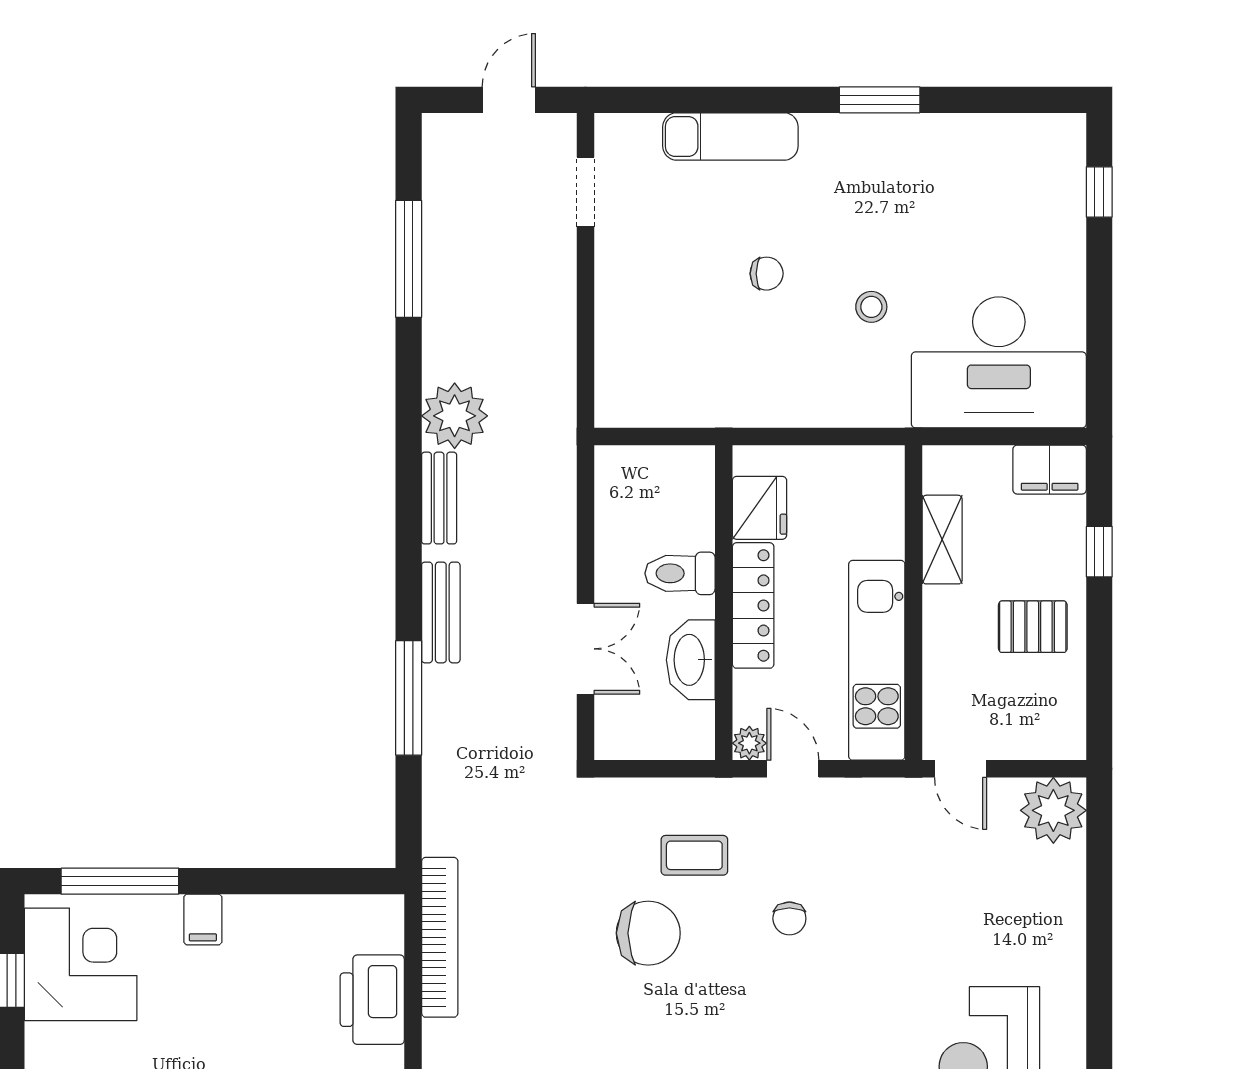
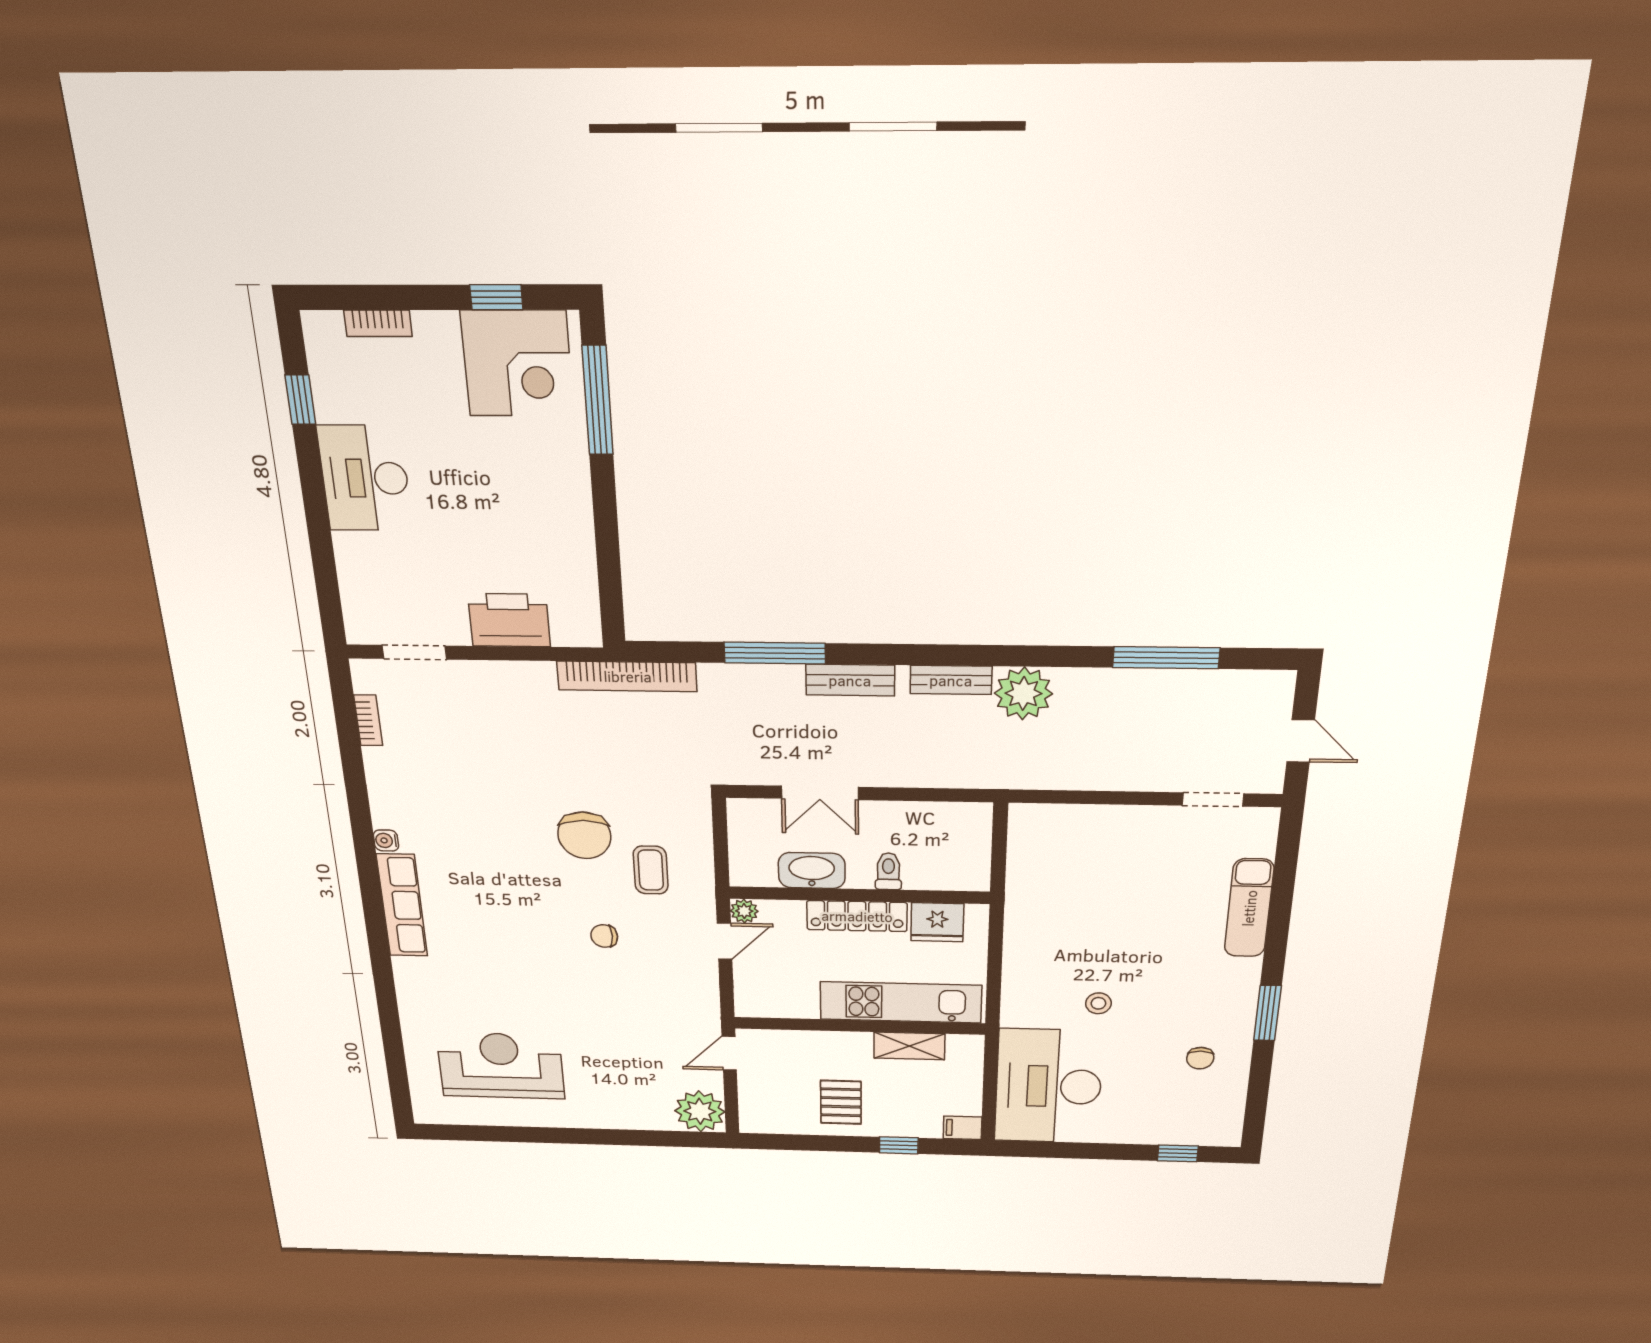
chair: (767, 274) -> (1200, 1058), moved
filing cabinet: (1050, 470) -> (963, 1128), width x0.50
toilet: (680, 573) -> (888, 871), width x0.73, depth x0.72
kitchen unit: (877, 660) -> (901, 1002), moved
filing cabinet: (203, 919) -> (568, 476), removed
bookcase: (440, 937) -> (627, 676), moved

